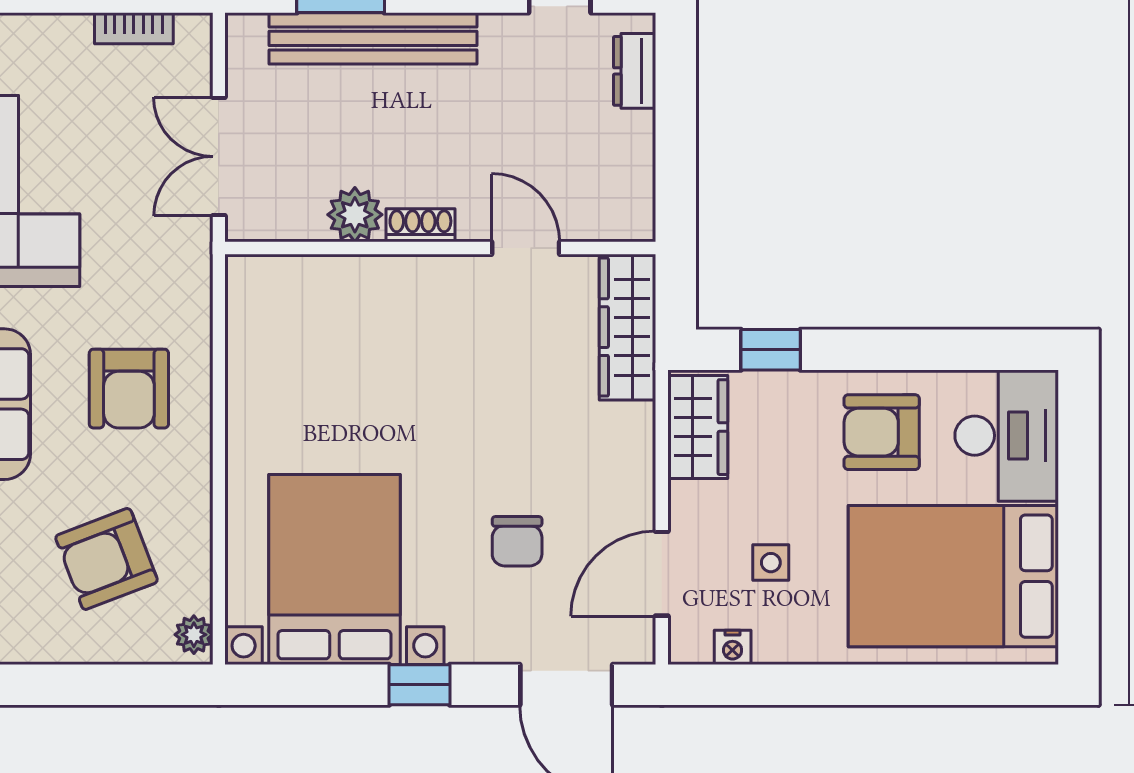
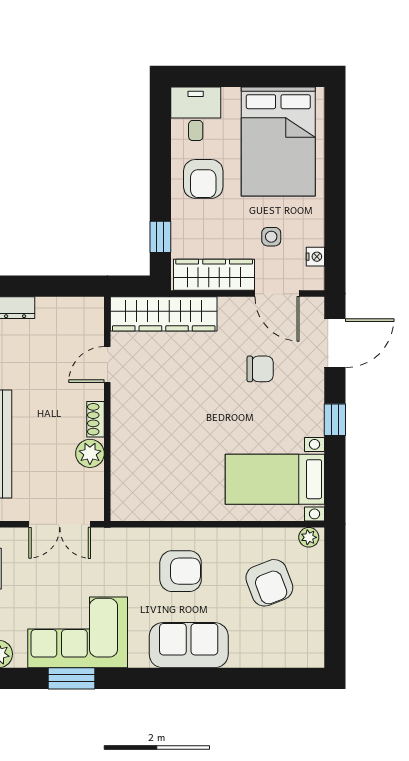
wardrobe: (628, 327) -> (164, 314), width x1.40, depth x1.17
wardrobe: (698, 427) -> (214, 275), width x1.50
desk: (1007, 436) -> (196, 114), width x0.73
bed with nightstands: (334, 570) -> (275, 479), width x0.73

